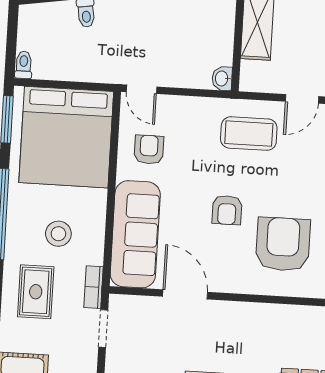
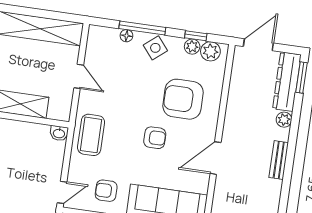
coffee table: (249, 134) -> (91, 135), moved
door: (185, 294) -> (216, 158), moved

